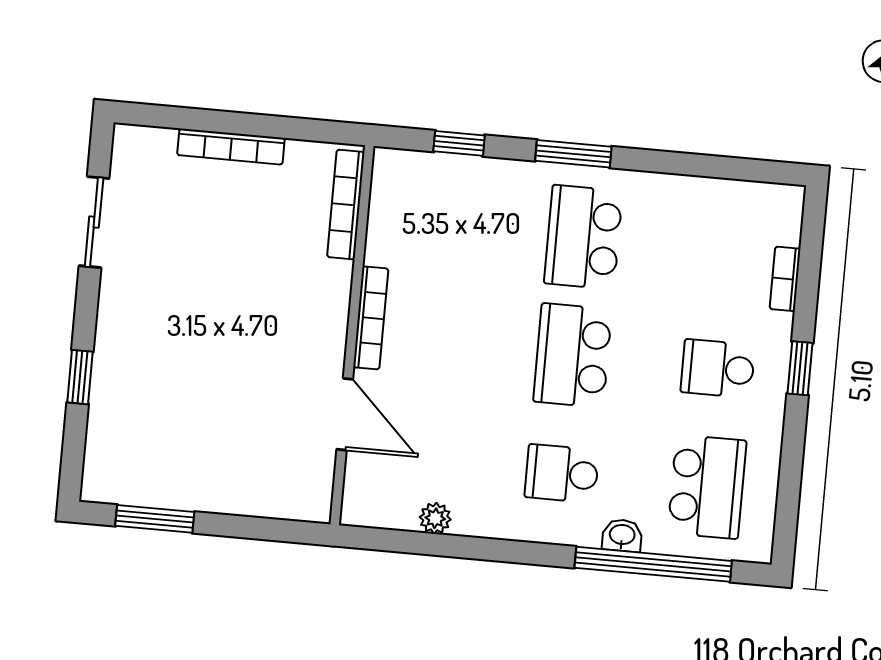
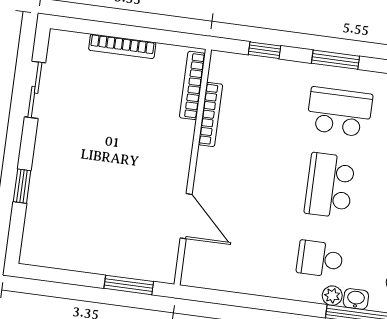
school desk: (583, 237) -> (339, 112), turned 90
bookcase: (371, 318) -> (211, 114), moved
plant: (435, 518) -> (332, 296), moved
window: (155, 519) -> (129, 285), moved

